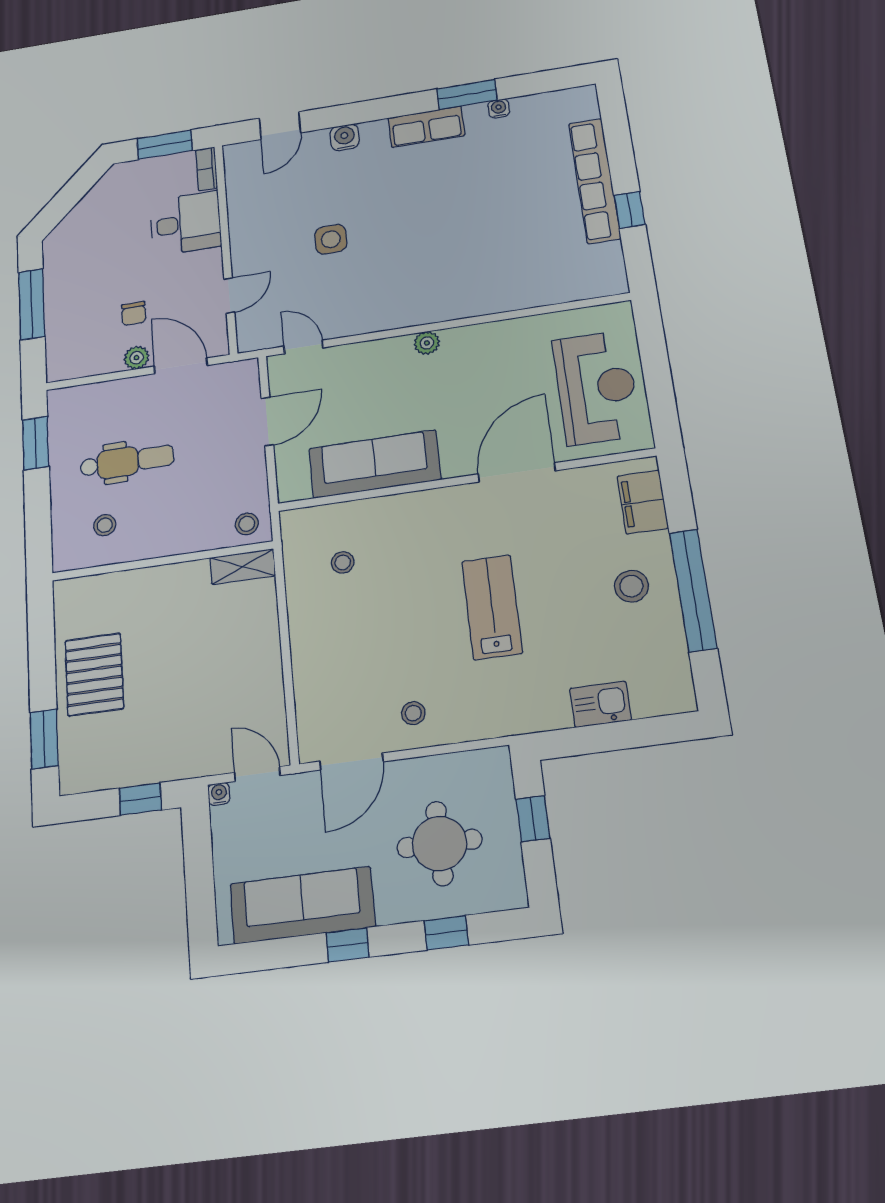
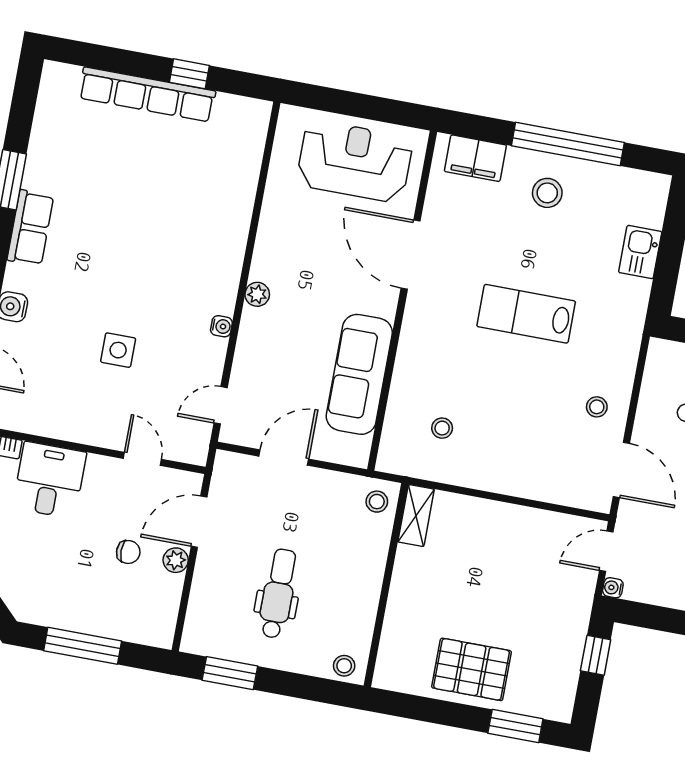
water cooler: (499, 108) -> (221, 326), moved, turned 180
door: (267, 421) -> (284, 458), hinge flipped
stool: (105, 525) -> (344, 666), moved

